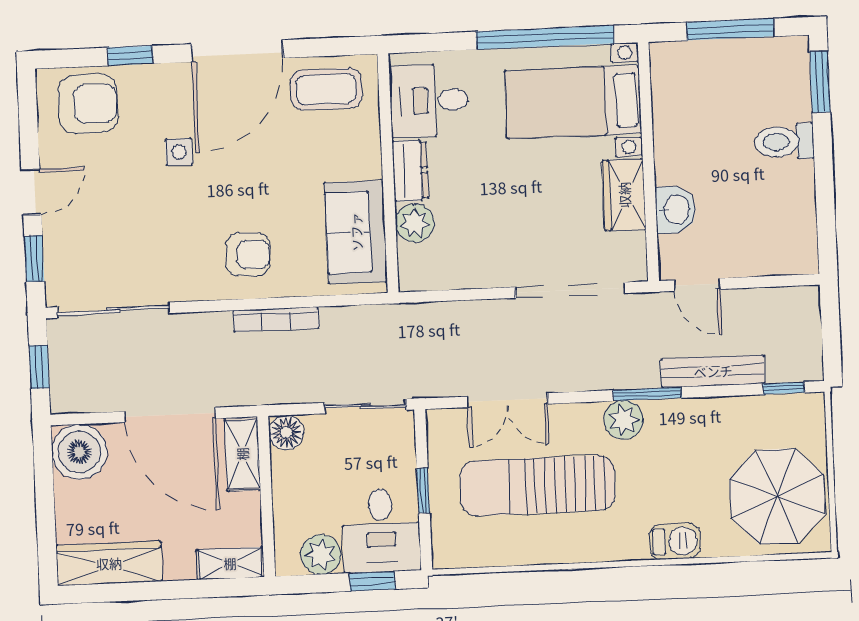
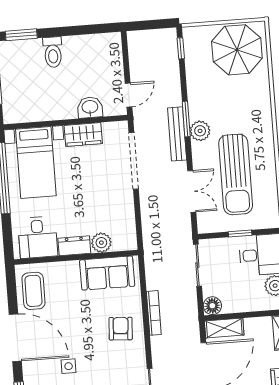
bench: (713, 371) -> (177, 134), moved
barbecue: (675, 541) -> (262, 102), removed

